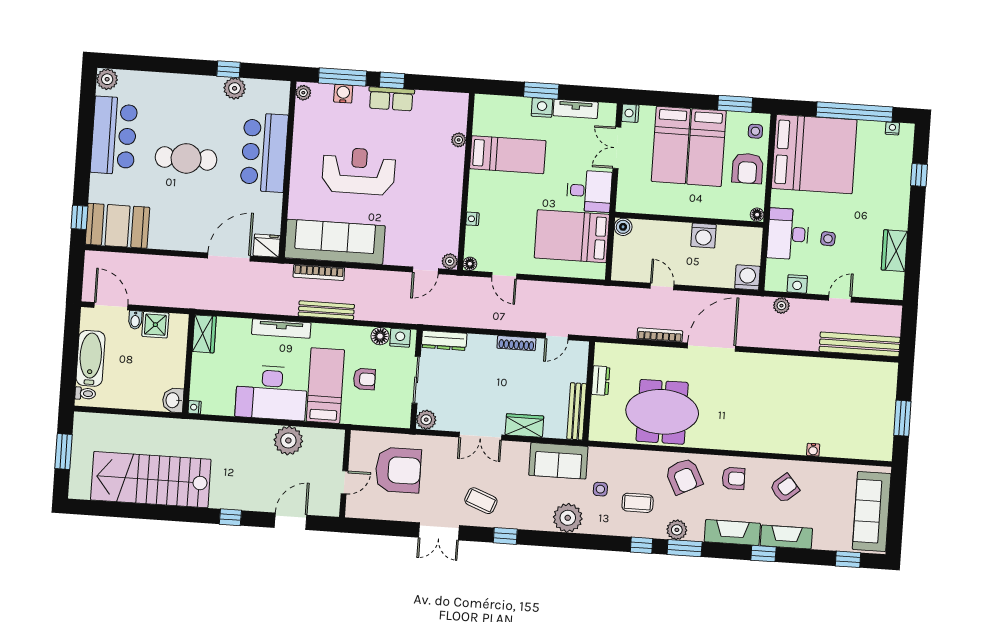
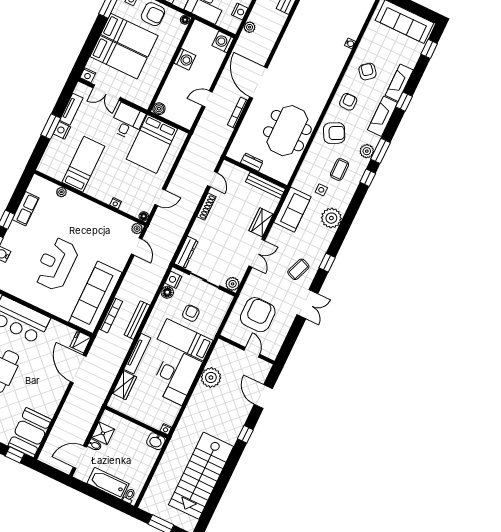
row of seats: (391, 99) -> (26, 209), moved
wardrobe: (204, 334) -> (124, 385), moved, turned 90

